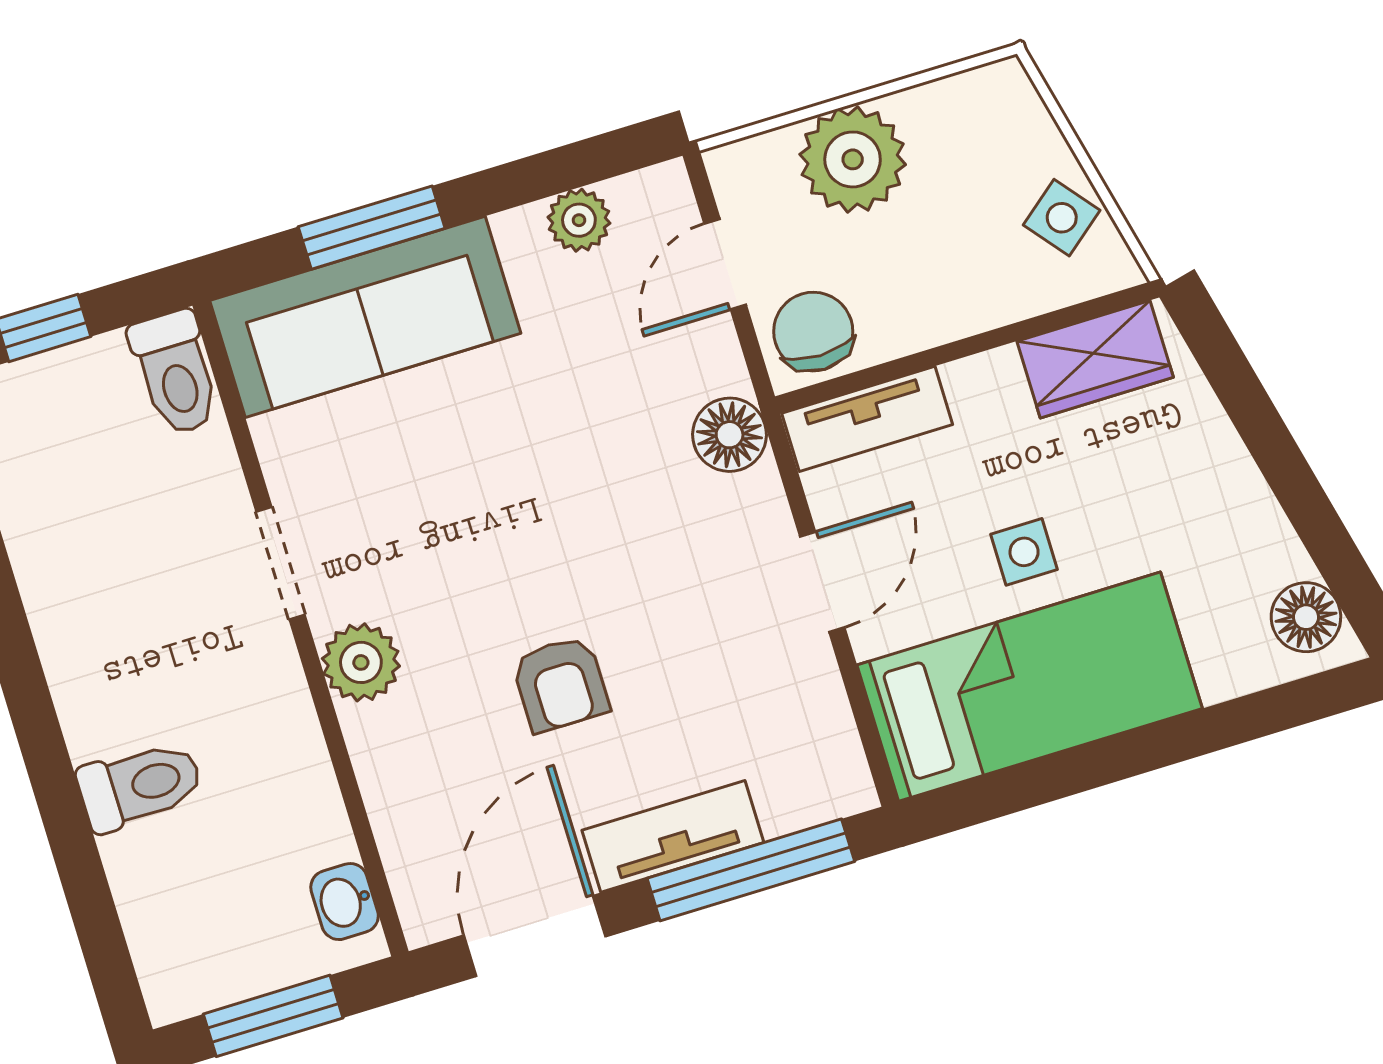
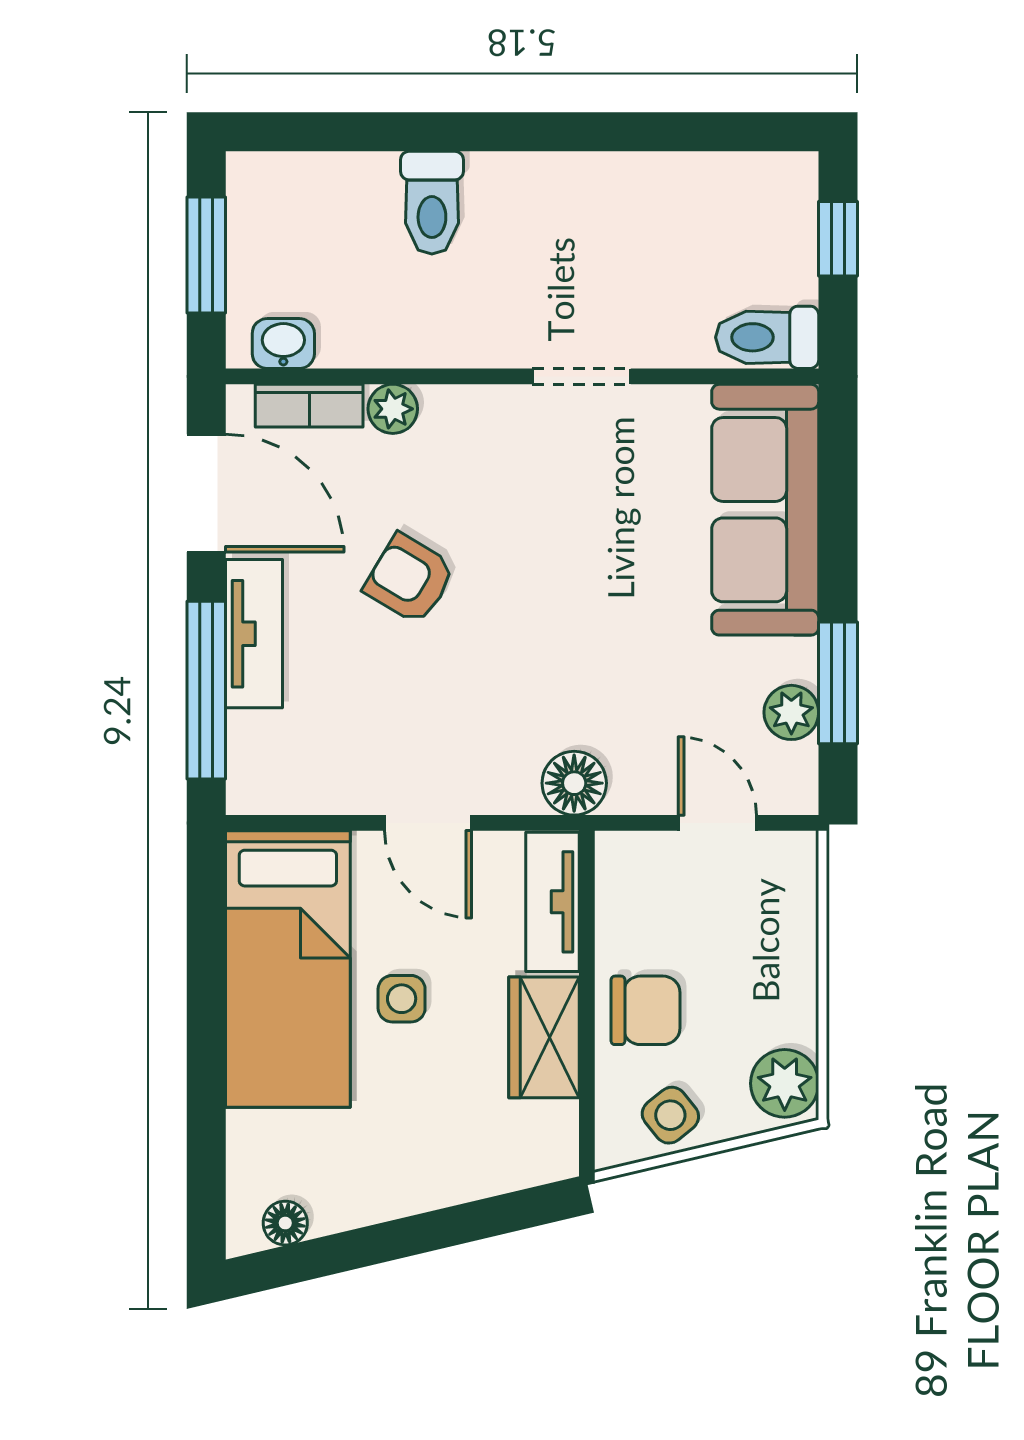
plant: (853, 159) -> (785, 1083), moved, width x0.73, depth x0.73
window: (372, 228) -> (838, 683), moved
chair: (813, 332) -> (646, 1010), moved
wardrobe: (1095, 359) -> (544, 1037), moved
floor lamp: (1306, 617) -> (285, 1223), width x0.73, depth x0.73
plant: (361, 662) -> (393, 409), moved, width x0.73, depth x0.73
armchair: (561, 684) -> (410, 579), turned 31
bookcase: (404, 852) -> (309, 406), added

